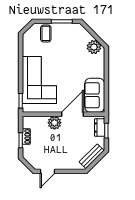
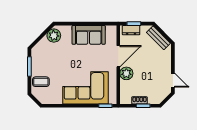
sofa: (95, 95) -> (89, 35), moved
door: (72, 114) -> (118, 56), swing flipped

